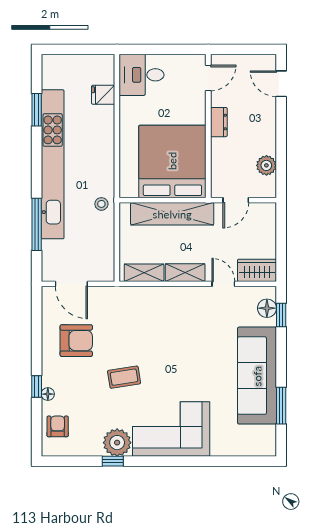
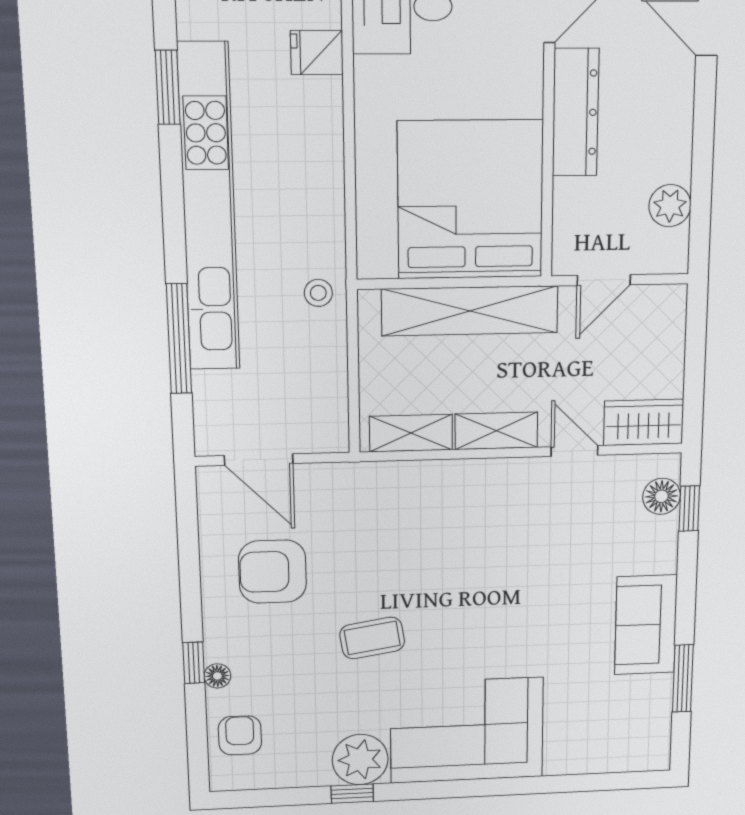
dresser: (219, 122) -> (576, 112), width x1.96, depth x1.24
armchair: (76, 341) -> (272, 572), turned 180
sofa: (257, 376) -> (646, 625), width x0.54, depth x0.79

